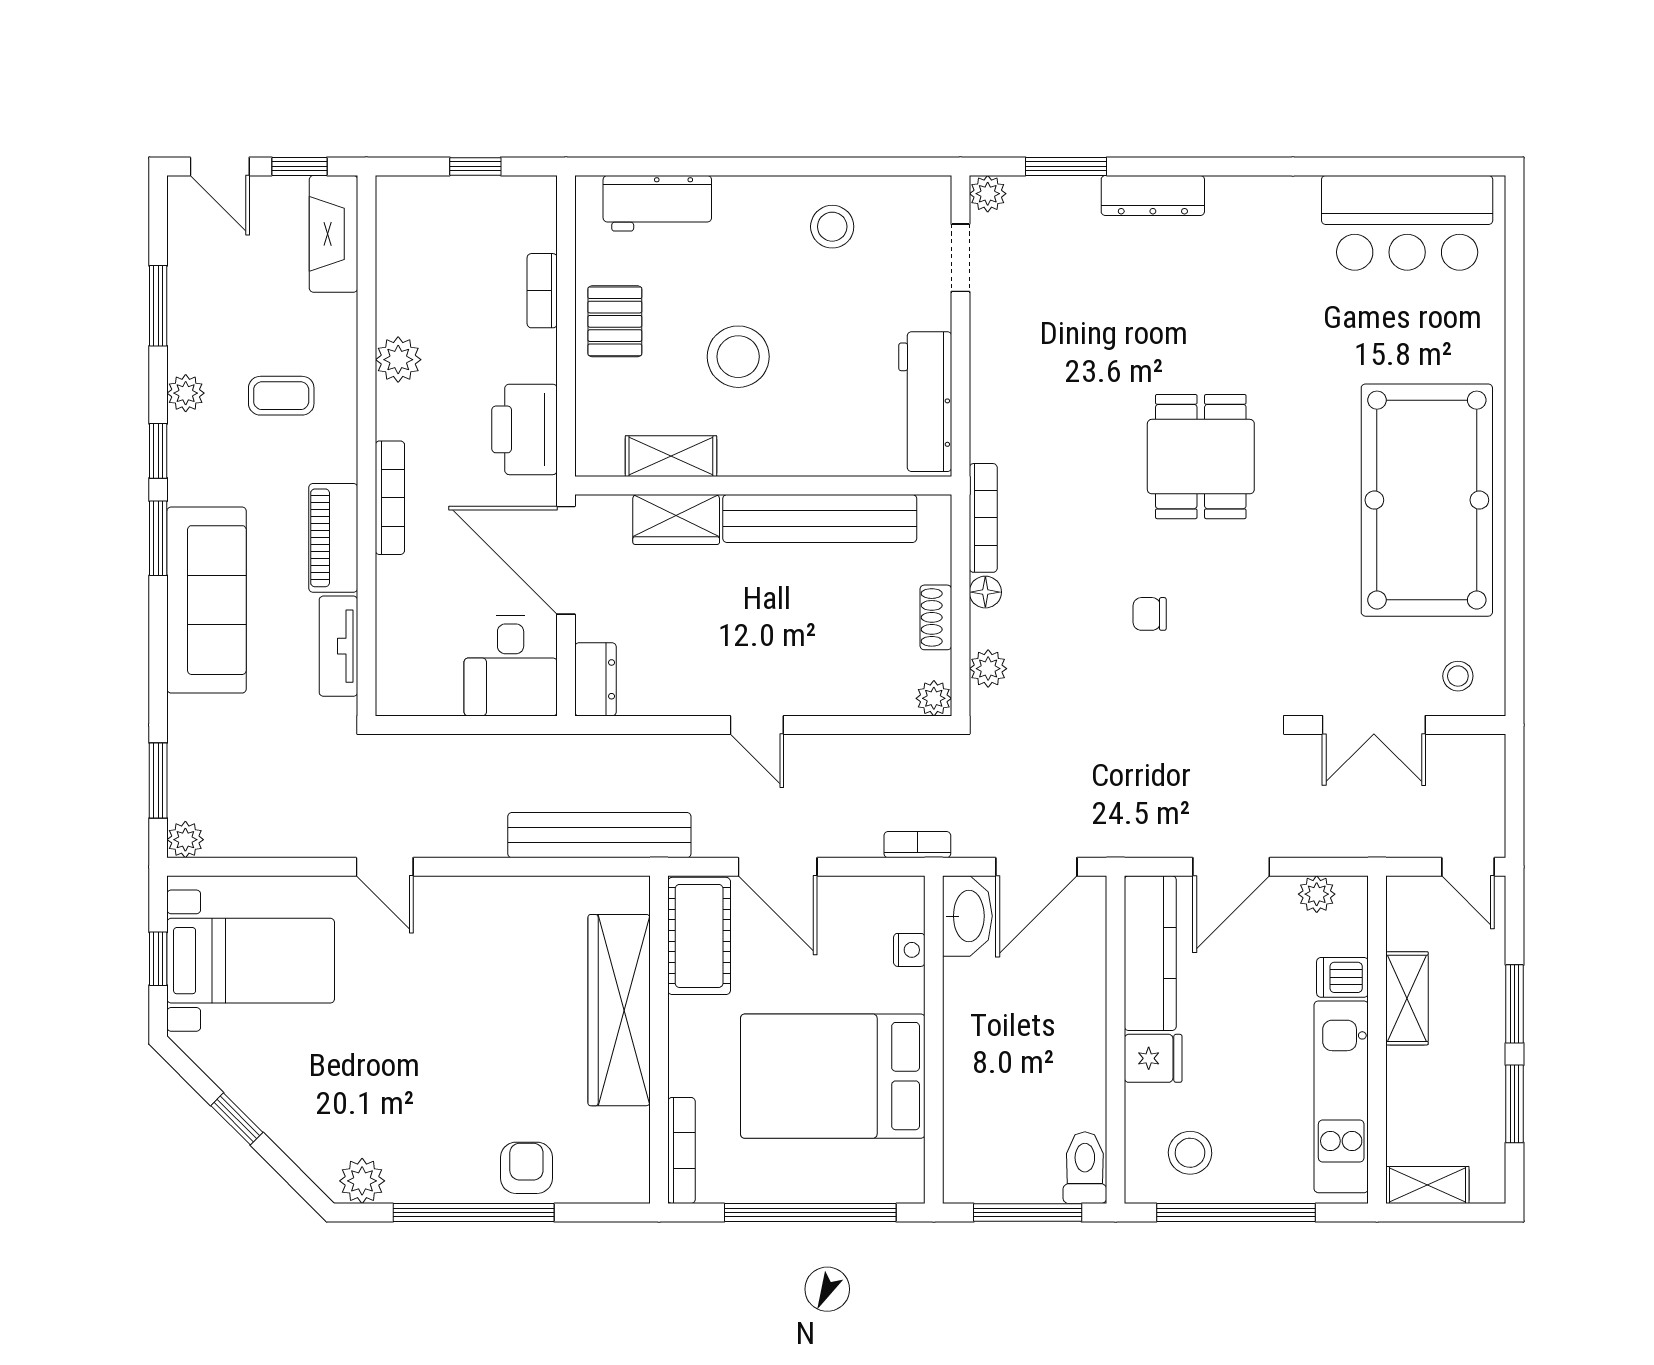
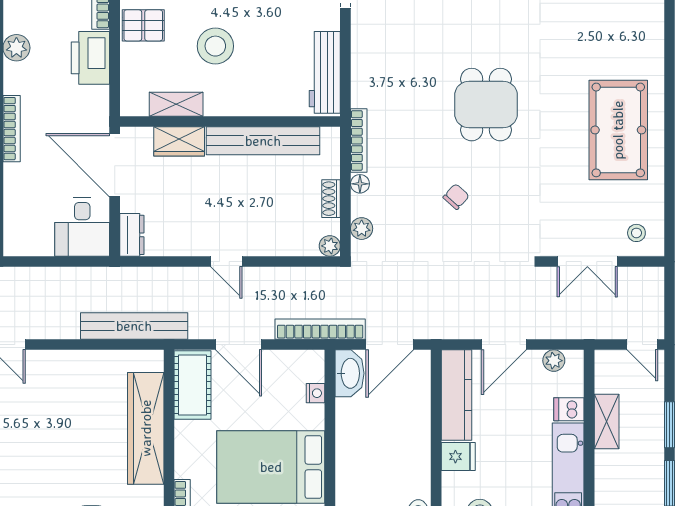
pallet: (615, 321) -> (143, 25), turned 90
printer: (524, 429) -> (90, 58), moved
pool table: (1427, 500) -> (618, 130), width x0.73, depth x0.76
chair: (1150, 614) -> (456, 197), turned 132
bookcase: (917, 845) -> (320, 329), width x2.31, depth x1.31

